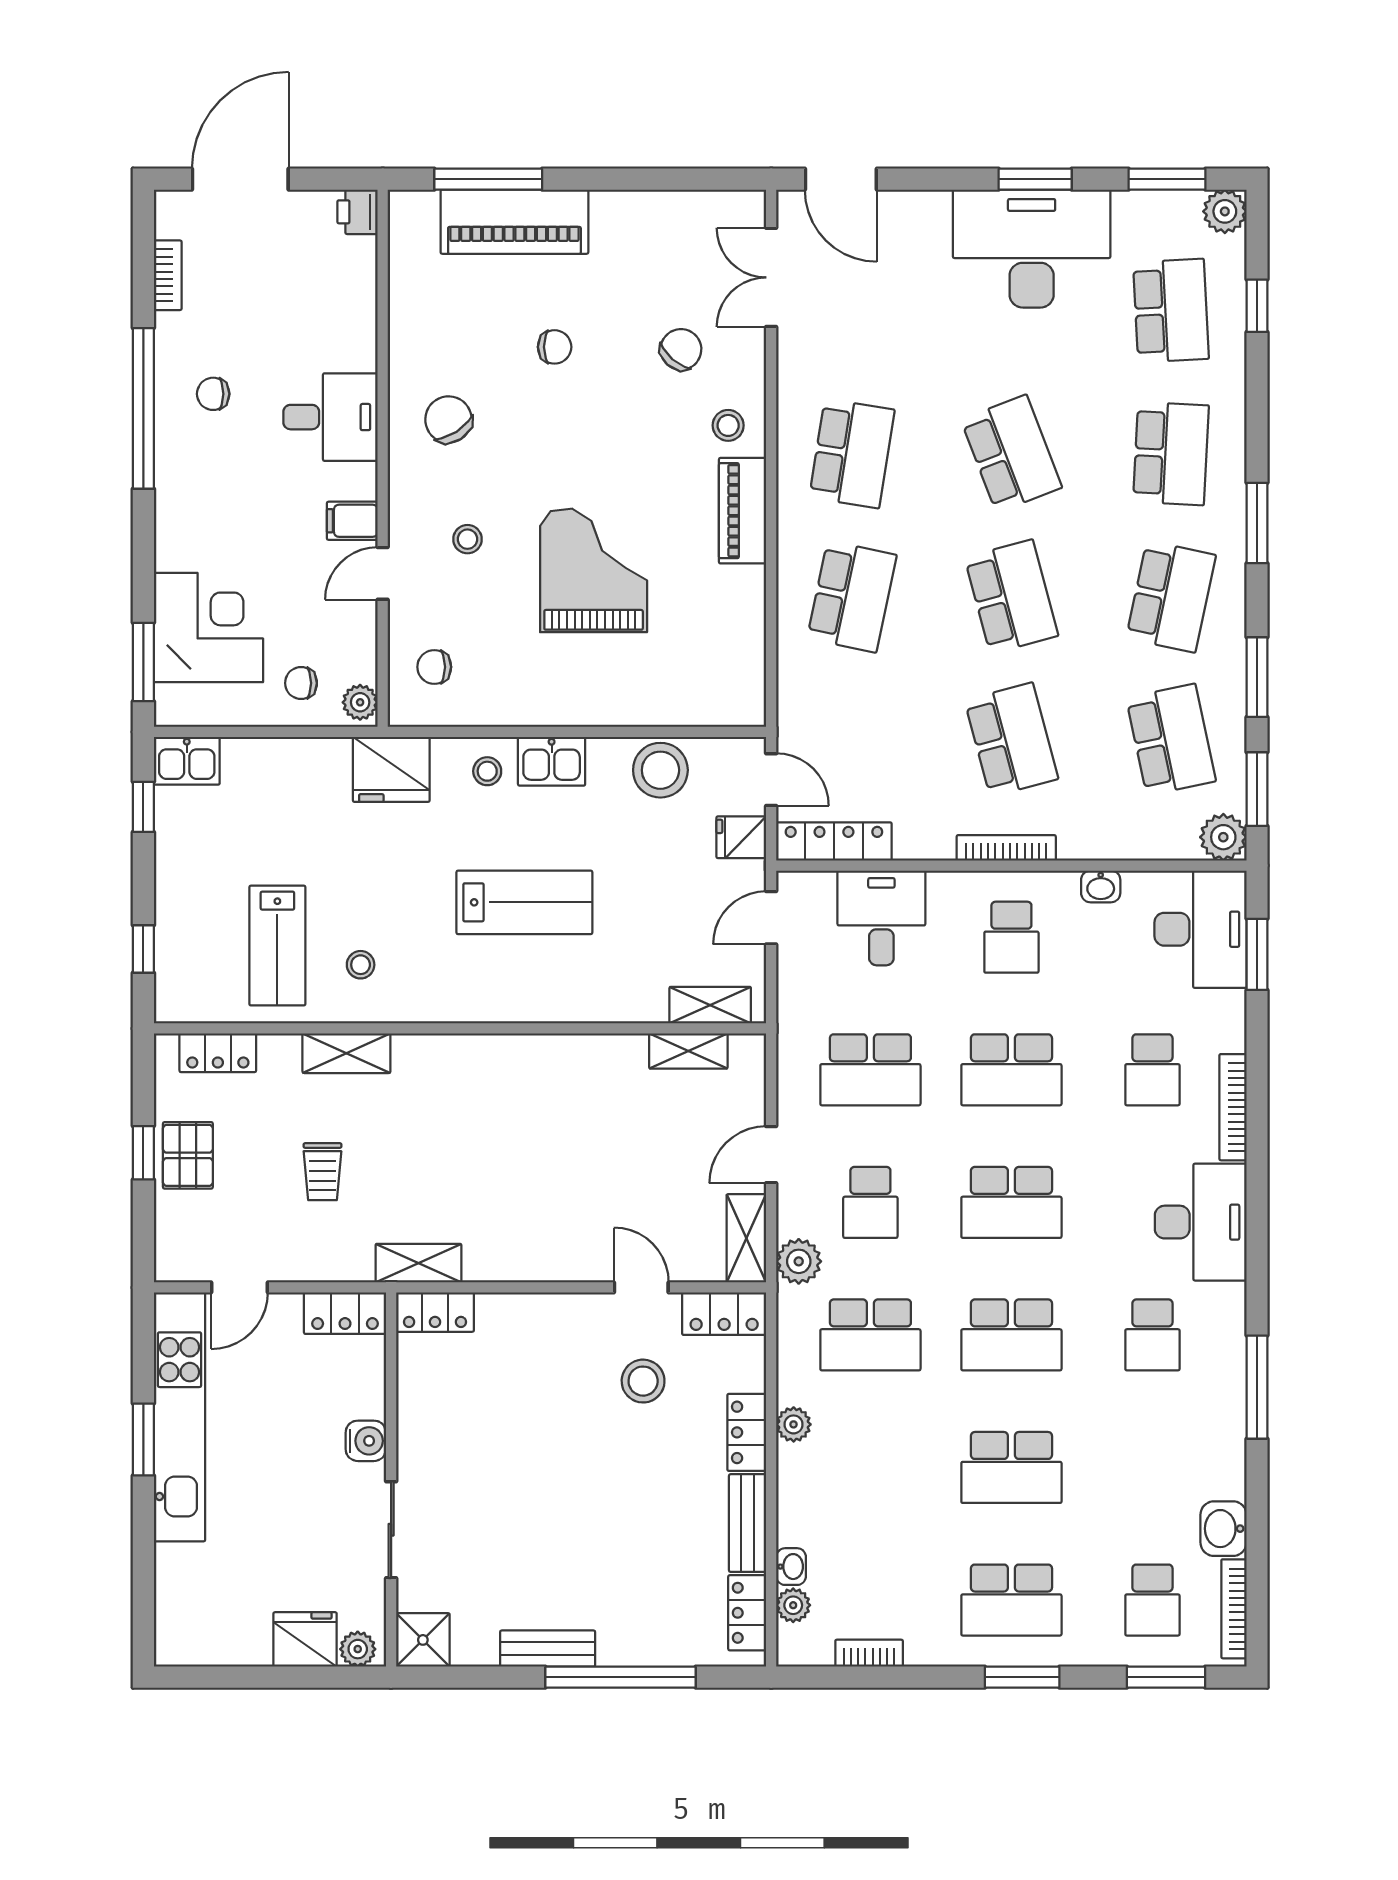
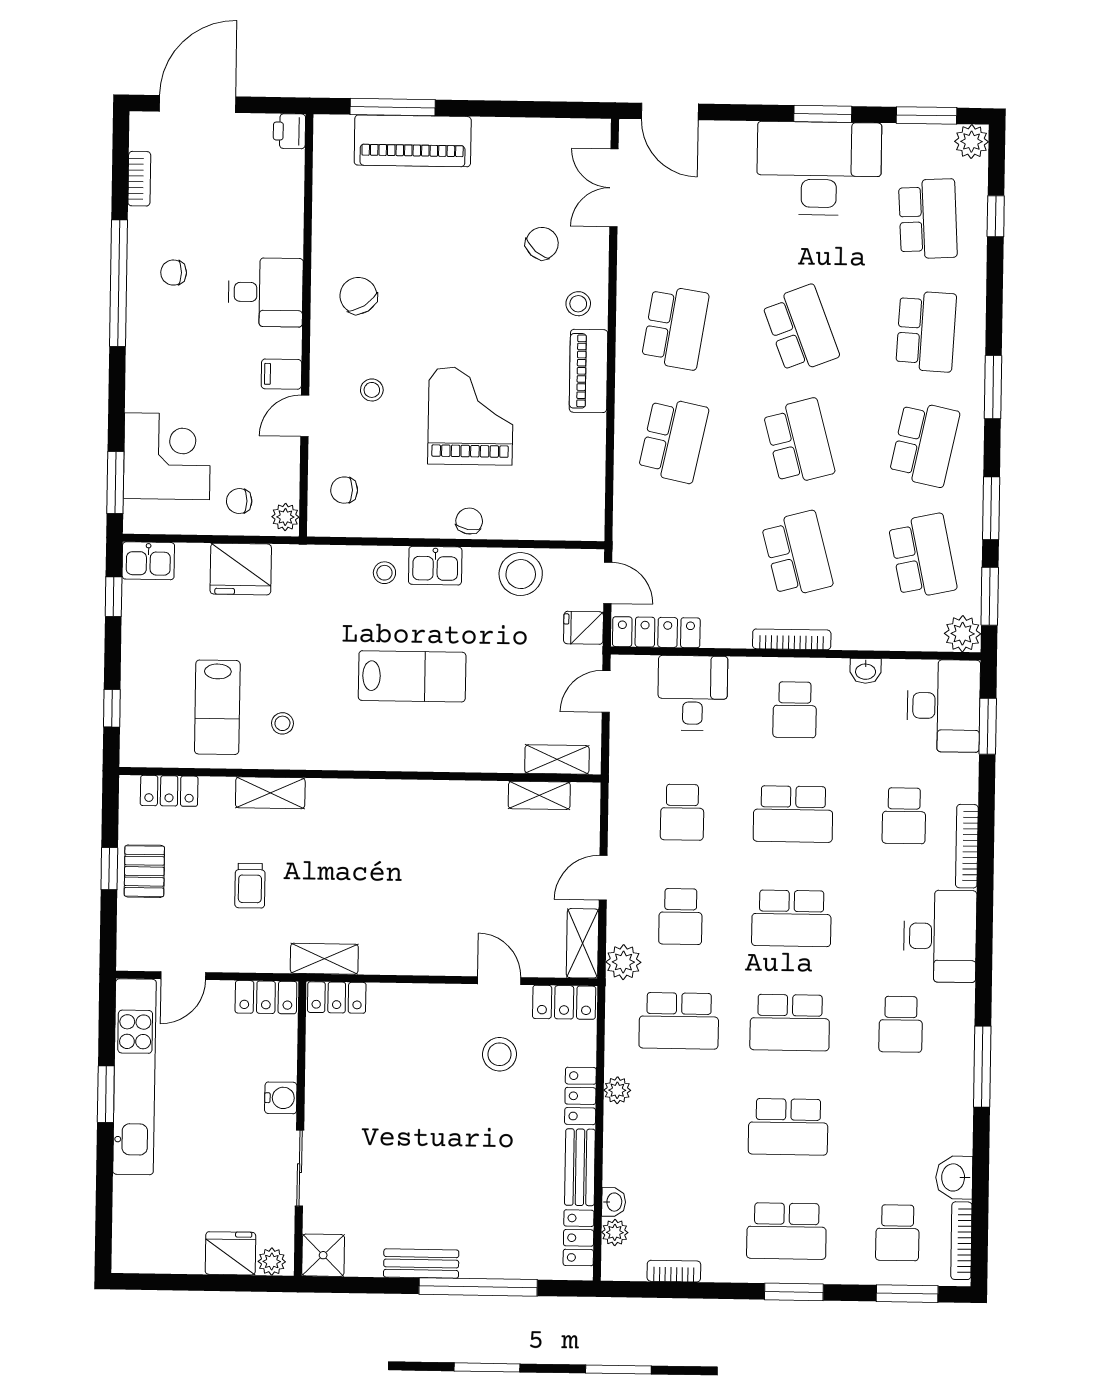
chair: (555, 347) -> (469, 521), moved, turned -80
fridge: (391, 769) -> (241, 569), moved
school desk: (870, 1070) -> (682, 812), width x0.54

